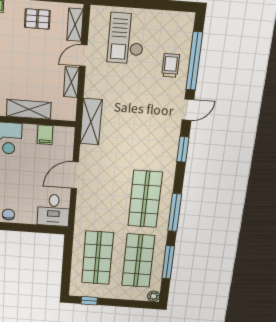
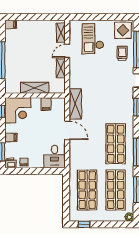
pallet: (37, 19) -> (37, 31), removed
display table: (176, 28) -> (123, 30), added
shelving: (91, 122) -> (75, 104), moved
door: (75, 175) -> (67, 130), swing flipped

